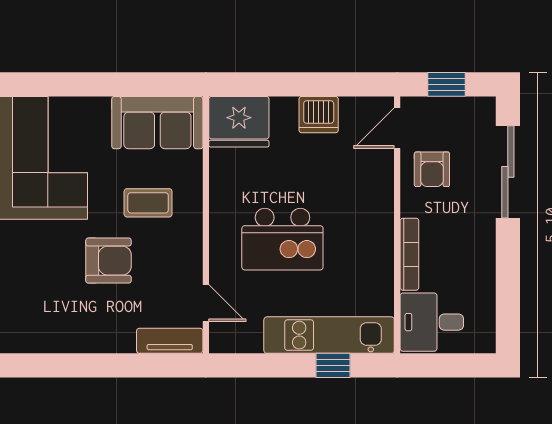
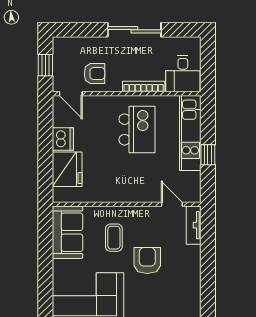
fridge: (239, 122) -> (67, 169), moved
sliding door: (508, 172) -> (134, 30), moved
kitchen island: (282, 239) -> (137, 129), moved
door: (206, 303) -> (172, 204), hinge flipped
window: (333, 365) -> (208, 155), moved

